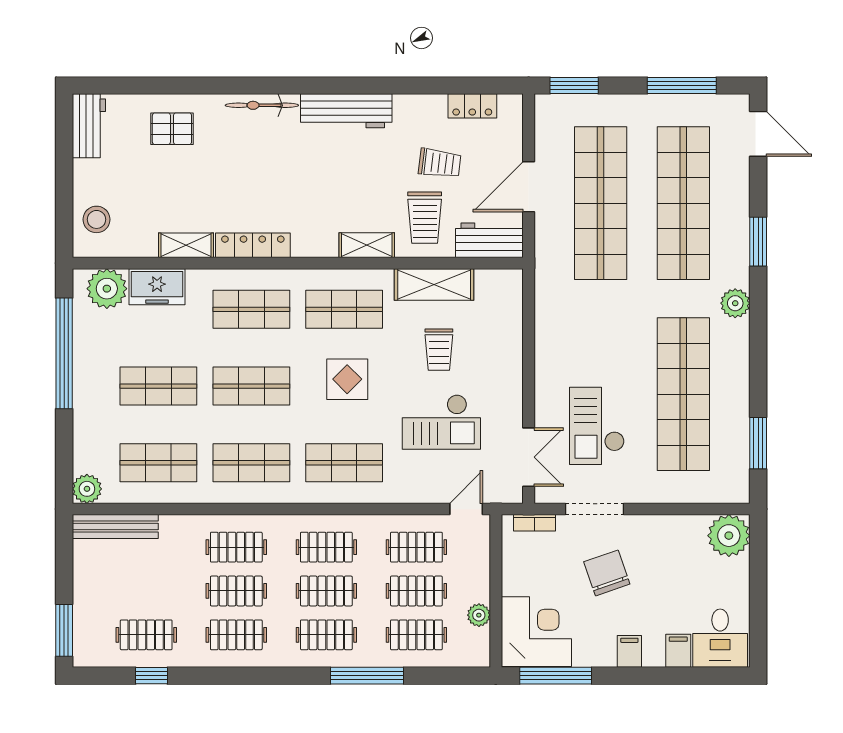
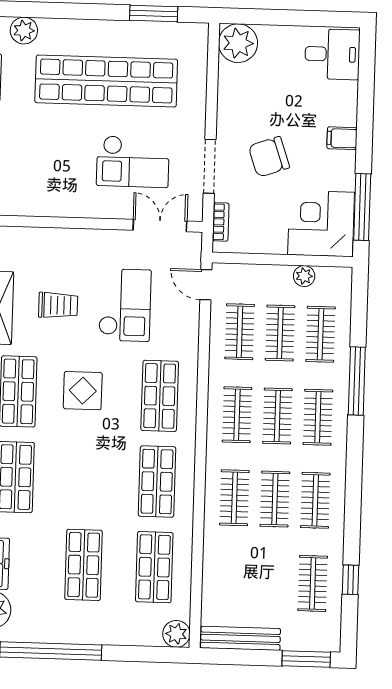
shop shelf: (251, 386) -> (86, 479), removed
bench: (115, 526) -> (240, 638), moved, turned 90
filing cabinet: (678, 651) -> (343, 93), removed

